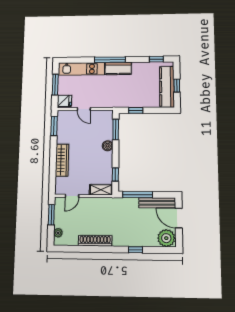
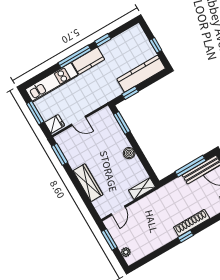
window: (156, 59) -> (103, 40), moved
kitchen counter: (167, 87) -> (141, 74), moved, turned 90
boiler: (108, 146) -> (129, 153), moved
window: (115, 174) -> (147, 166), removed
window: (138, 195) -> (190, 166), moved
shoe rack: (95, 241) -> (192, 223), moved
window: (135, 250) -> (186, 236), moved

